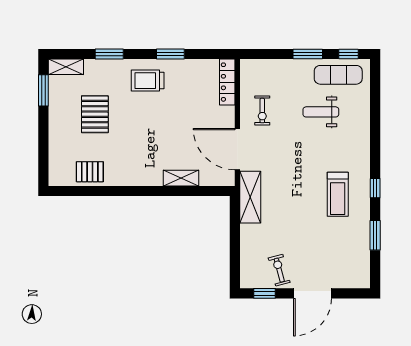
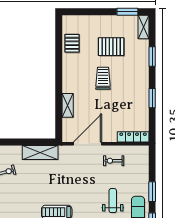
trolley: (148, 81) -> (103, 78), moved
shelving: (250, 197) -> (40, 152), moved

